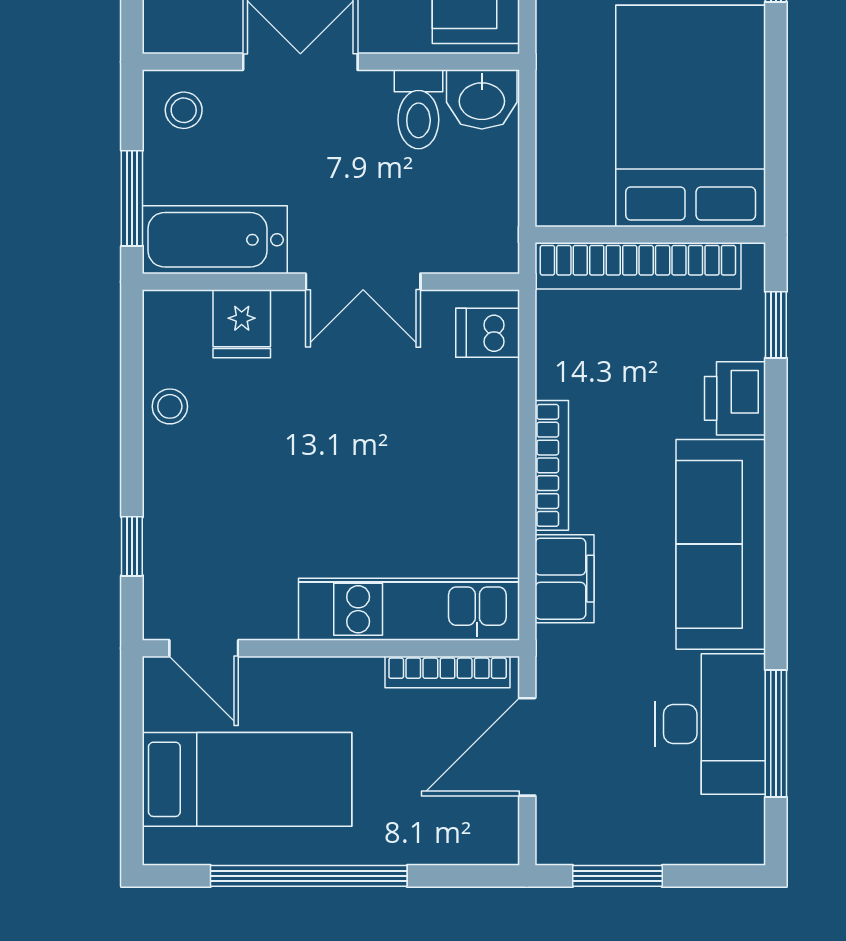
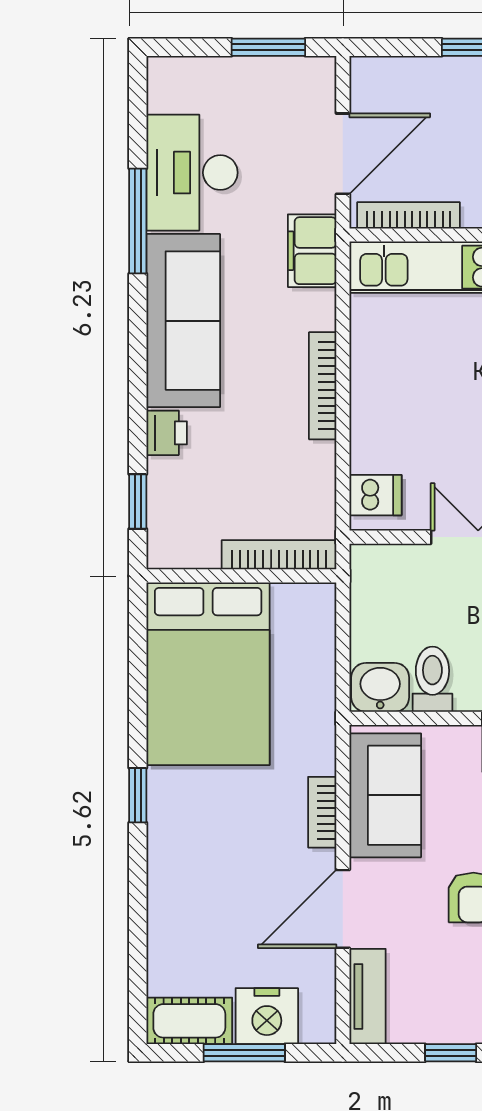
bookcase: (638, 266) -> (279, 555), width x0.68, depth x0.76
printer: (735, 398) -> (167, 433), width x0.73, depth x0.81
filing cabinet: (564, 579) -> (312, 251), moved
window: (776, 733) -> (138, 221), moved

